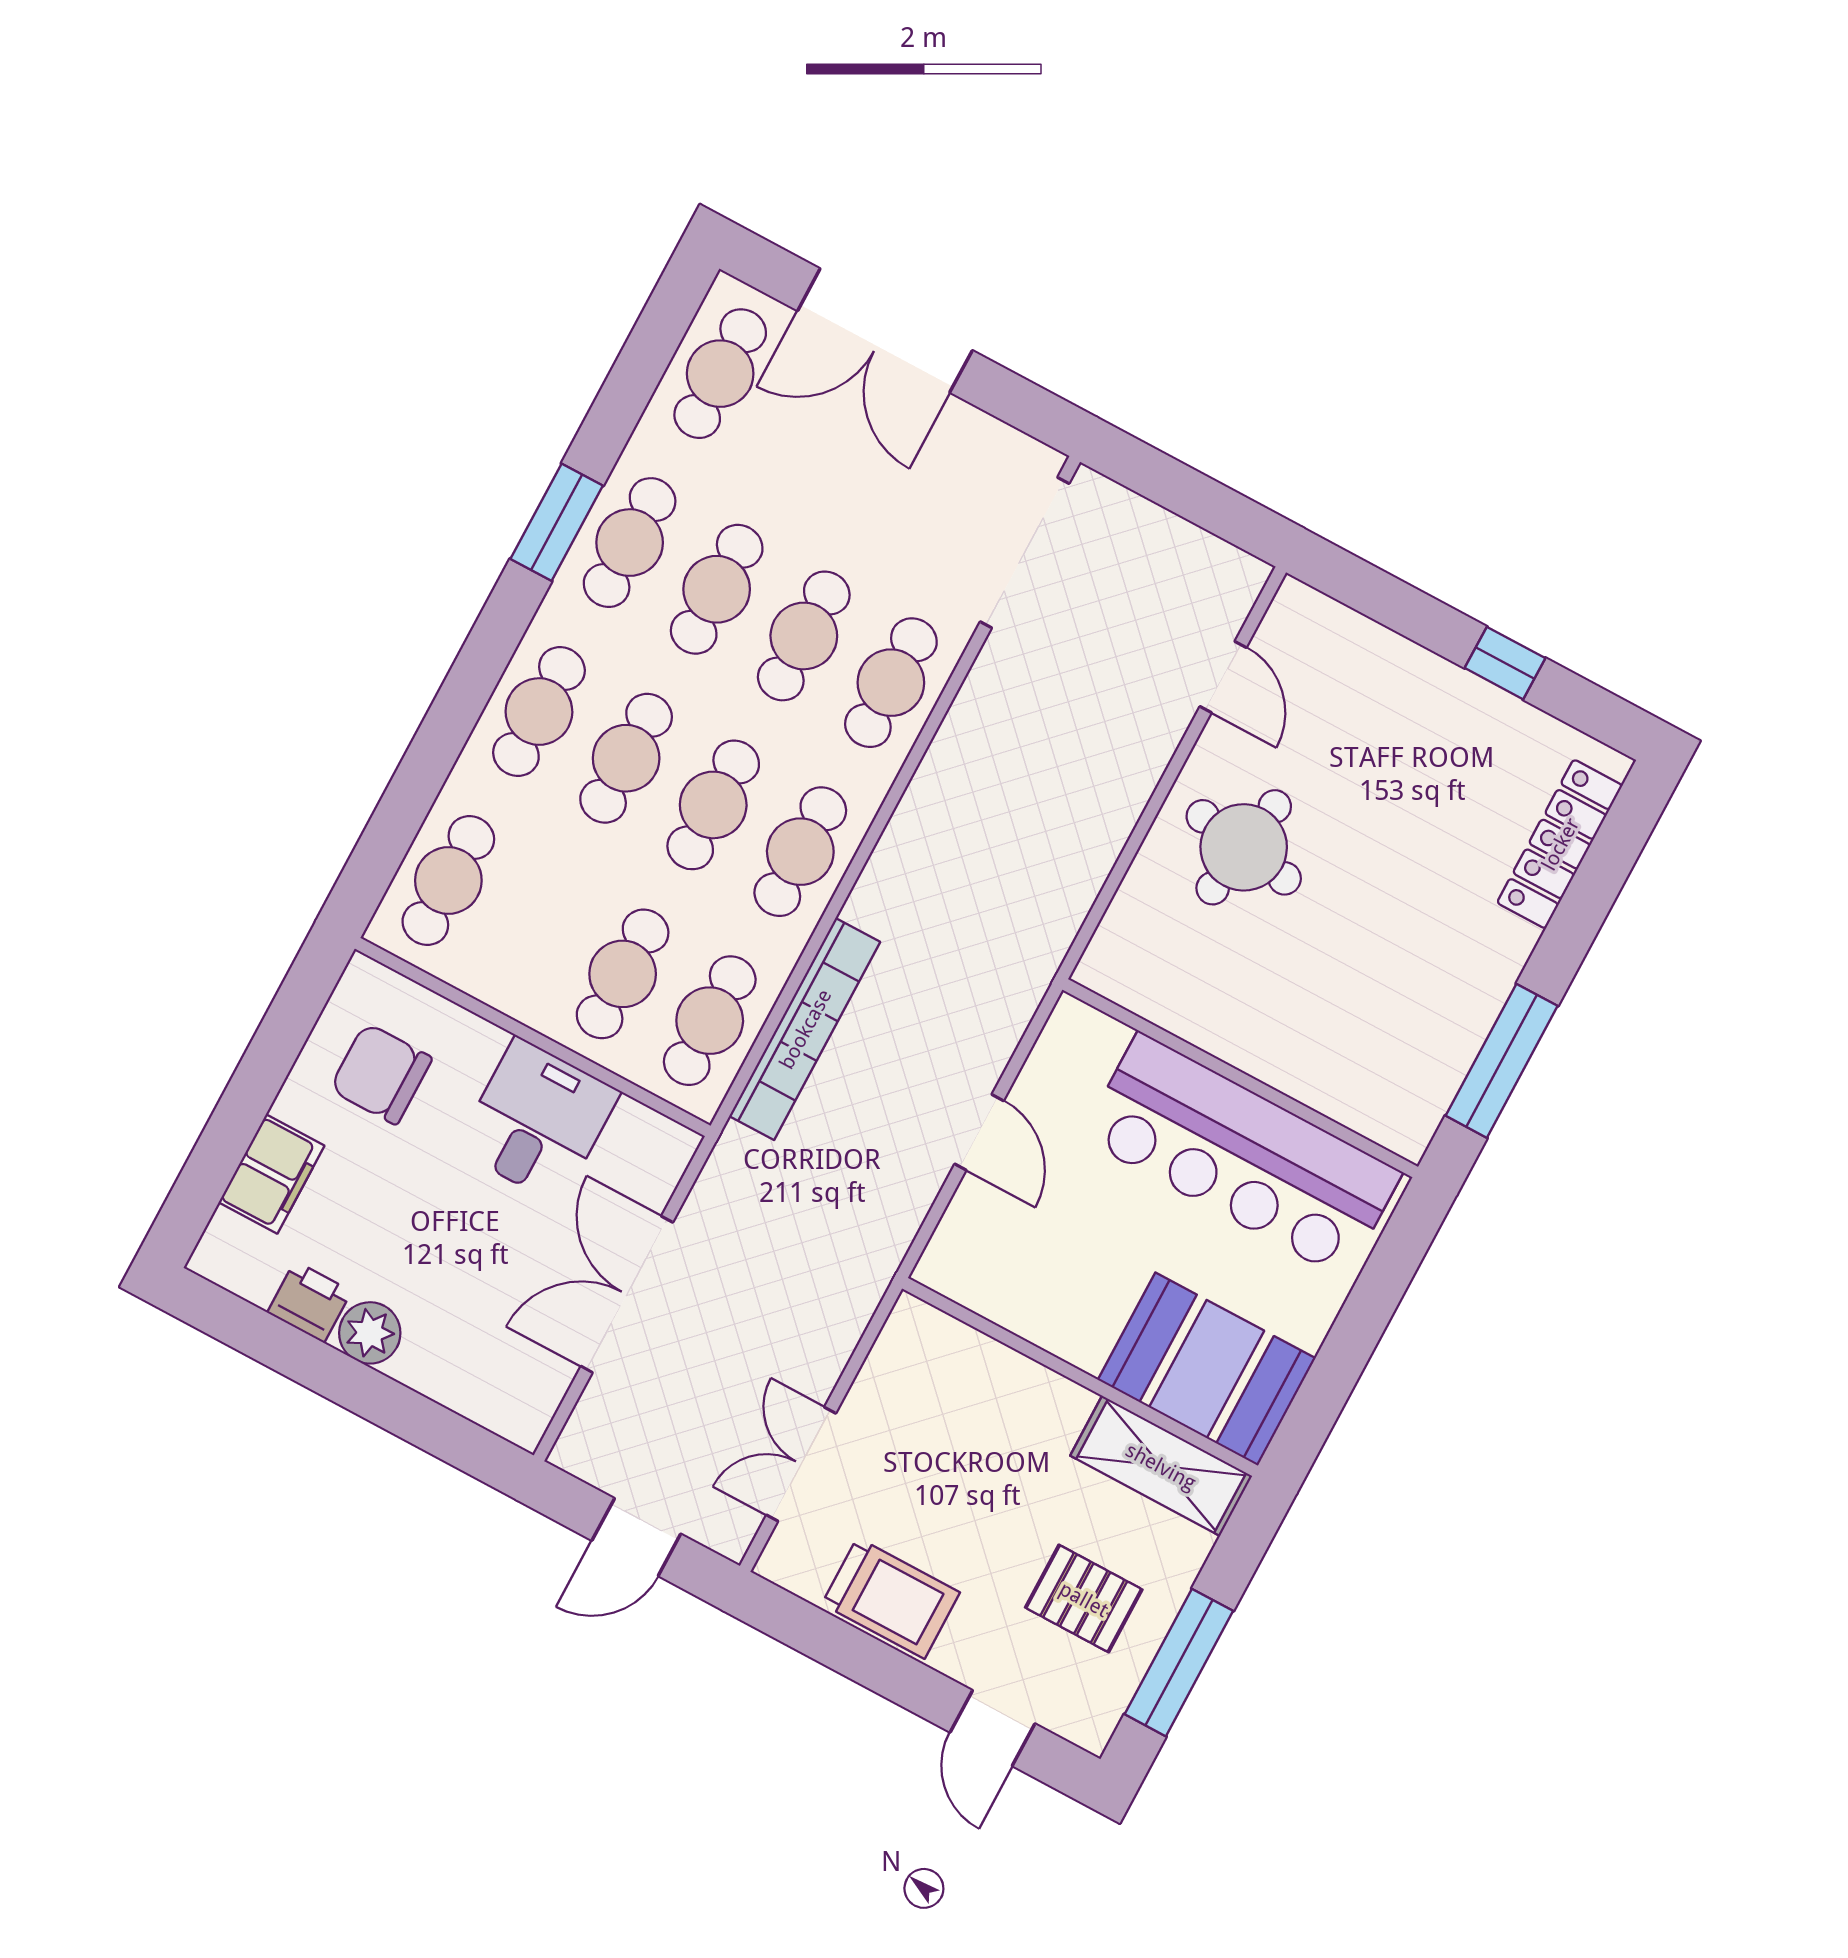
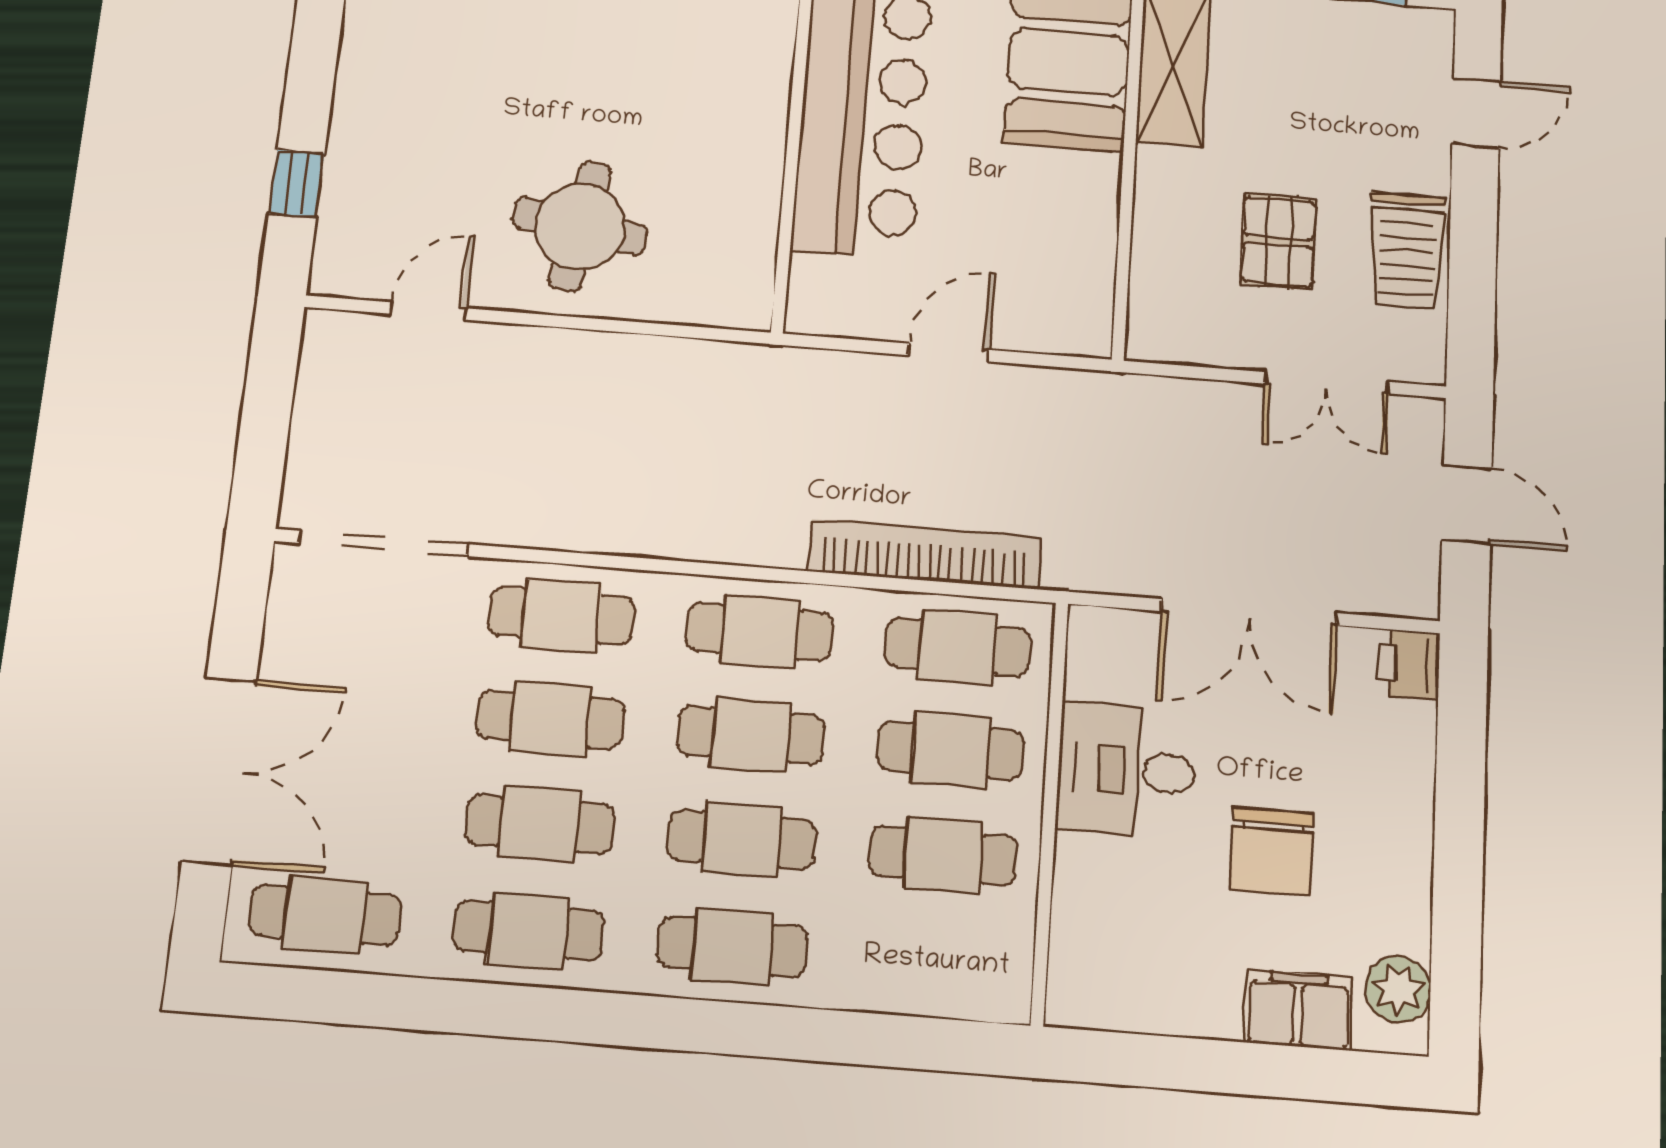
window: (557, 522) -> (538, 1013), removed
window: (1505, 663) -> (297, 184), moved
cafe table: (448, 881) -> (943, 856), moved
chair: (381, 1074) -> (1272, 851), moved
printer: (309, 1302) -> (1409, 664), moved
plant: (370, 1333) -> (1398, 989), moved
trolley: (891, 1598) -> (1407, 250), turned 180
pallet: (1084, 1599) -> (1278, 241), moved

